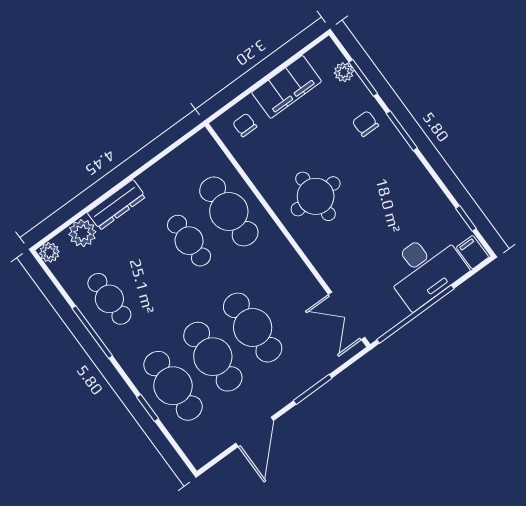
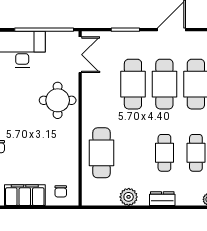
round table: (316, 196) -> (58, 100), moved
dresser: (117, 205) -> (162, 199), width x0.70
plant: (82, 233) -> (129, 197), moved
cafe table: (189, 241) -> (164, 153), moved

